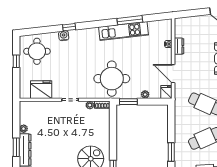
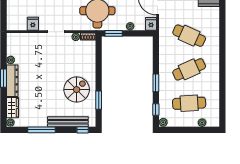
fridge: (41, 90) -> (33, 24), width x0.53, depth x0.75

